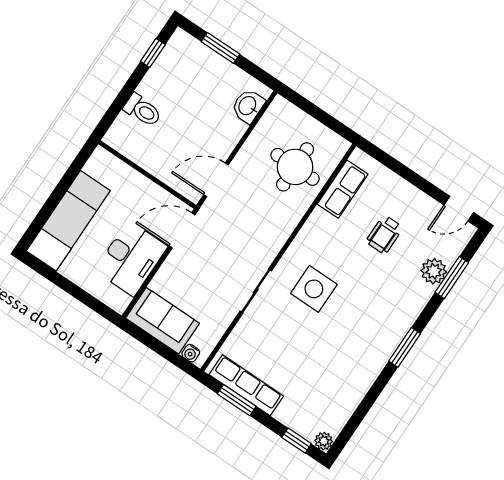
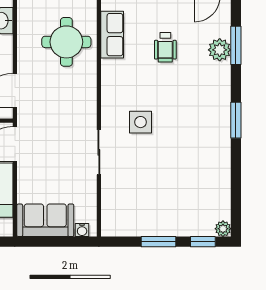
side table: (314, 289) -> (141, 122), width x0.73, depth x0.73
row of seats: (246, 385) -> (139, 226), removed
window: (237, 400) -> (159, 242), moved

